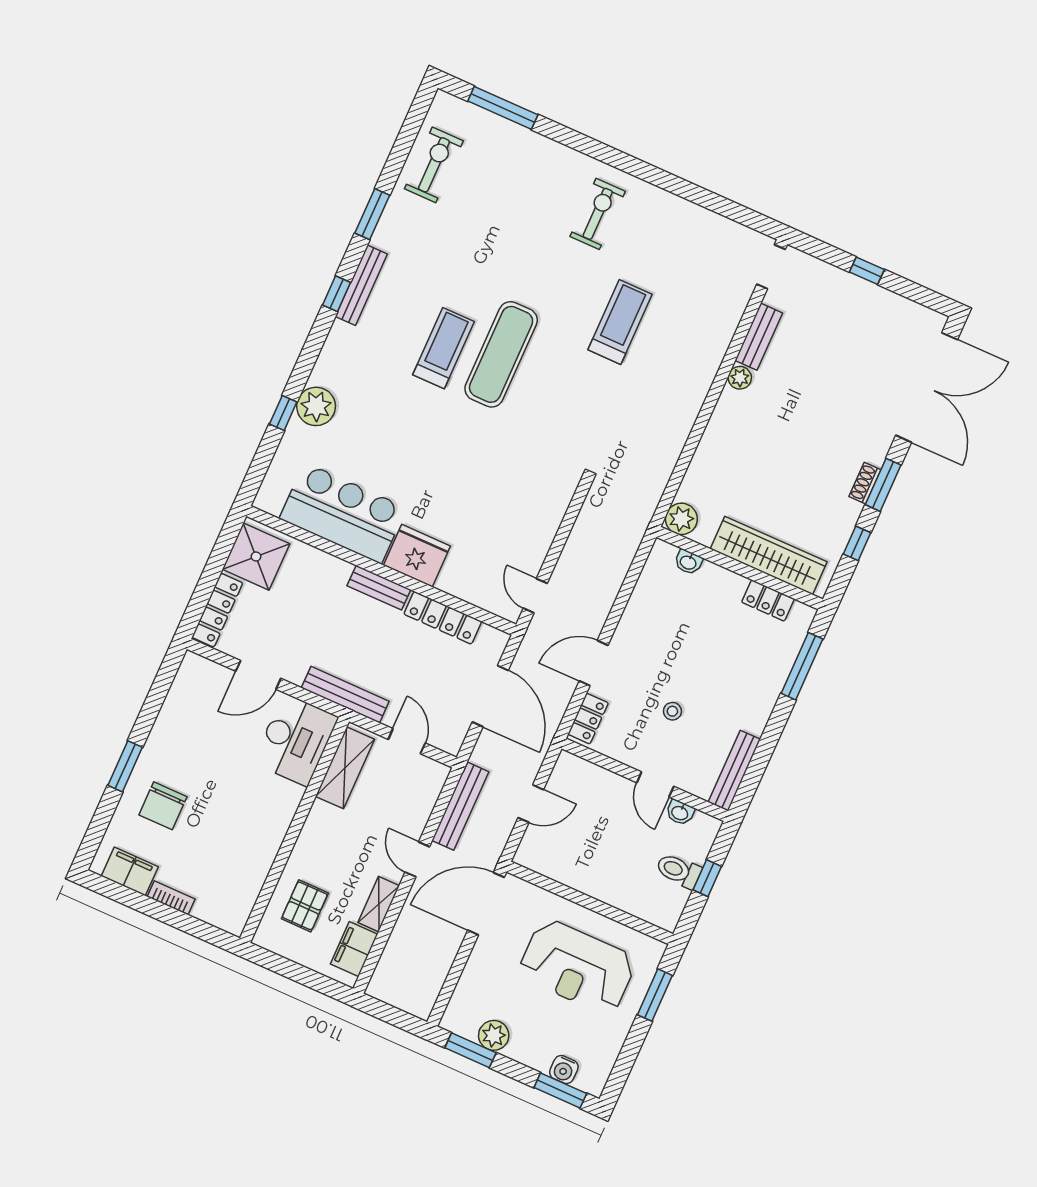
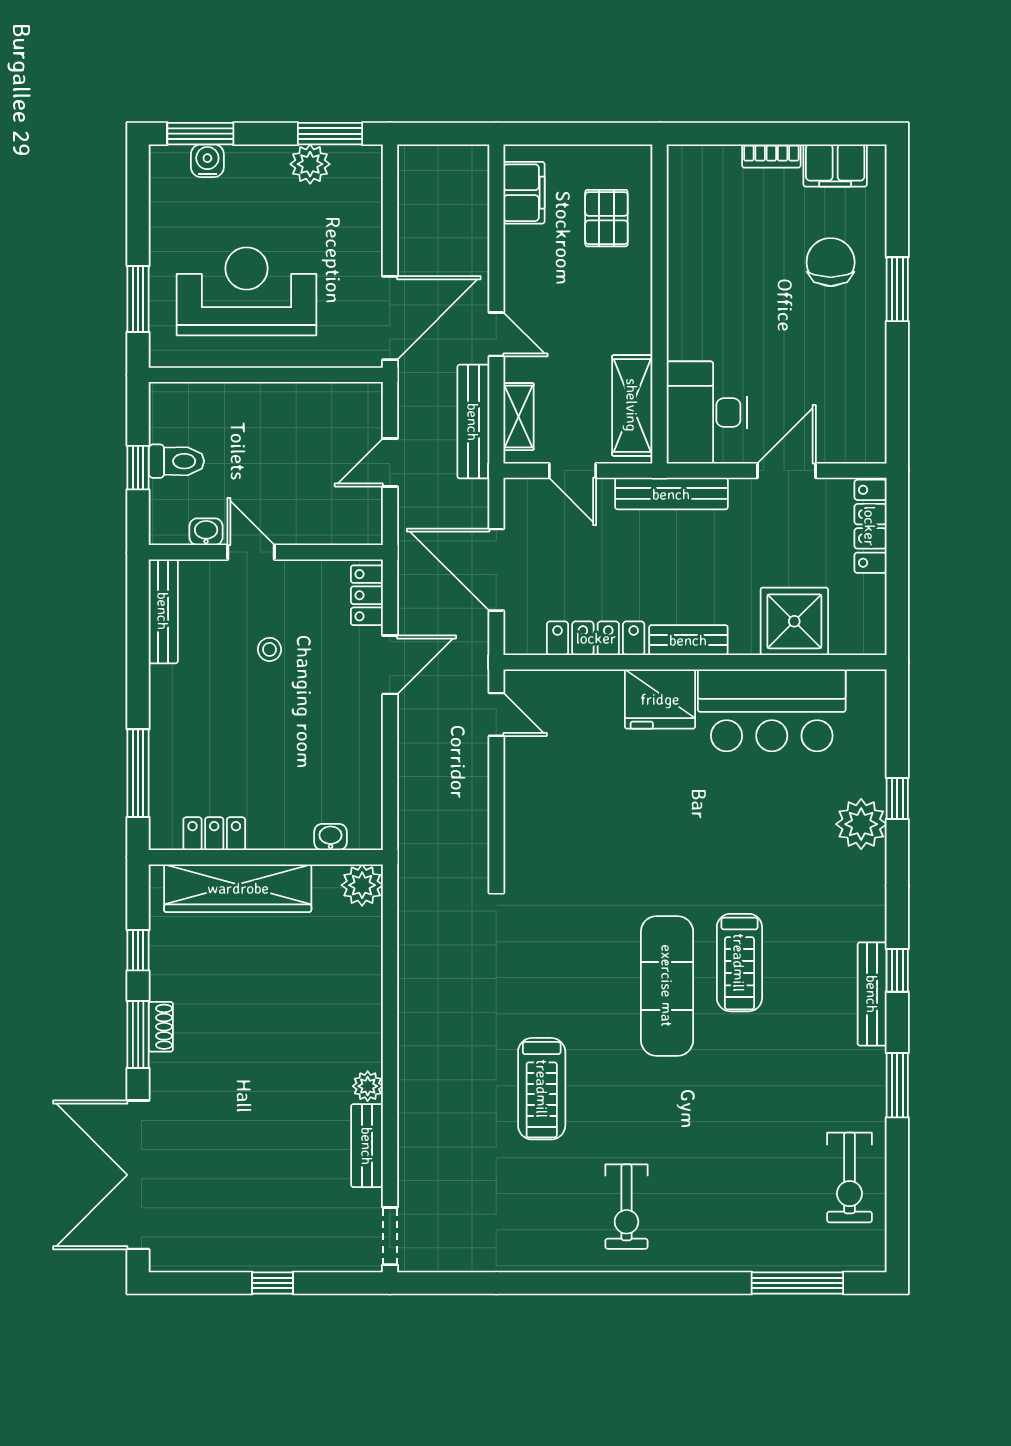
shower: (256, 557) -> (794, 621), moved
shelving: (379, 904) -> (519, 417), moved

